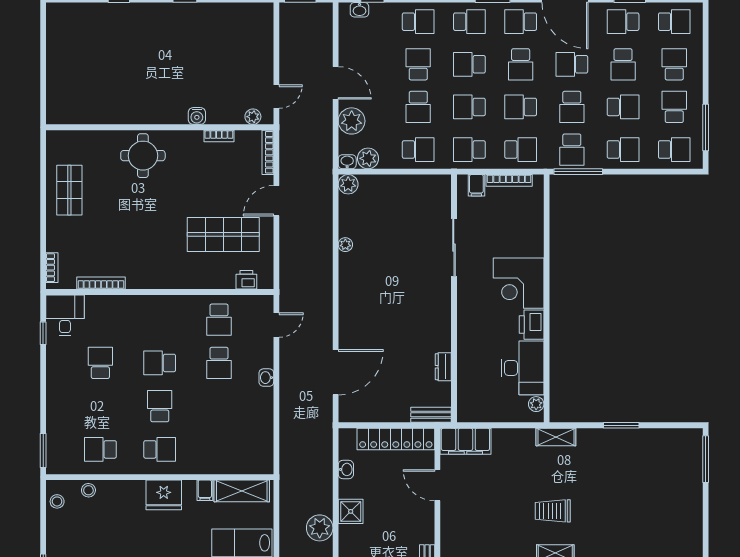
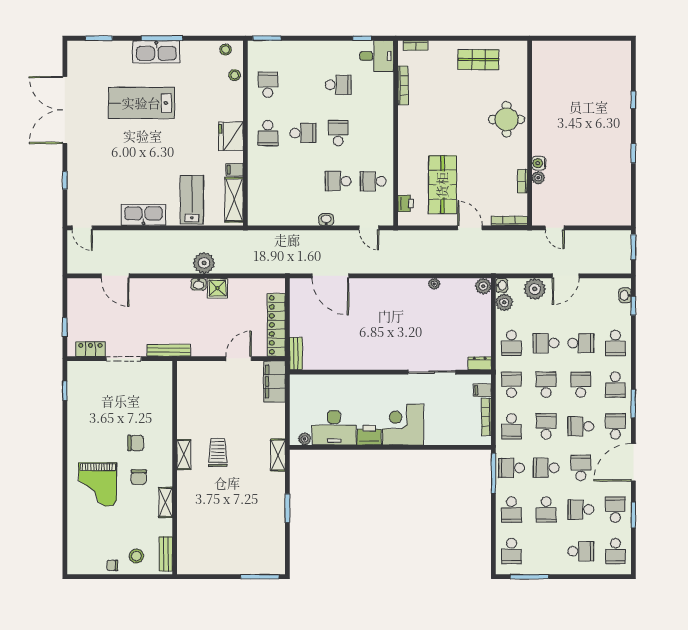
school desk: (674, 107) -> (546, 551), removed
plant: (253, 117) -> (538, 178), moved
dresser: (443, 367) -> (480, 363), moved
washbasin: (346, 469) -> (199, 284), moved

